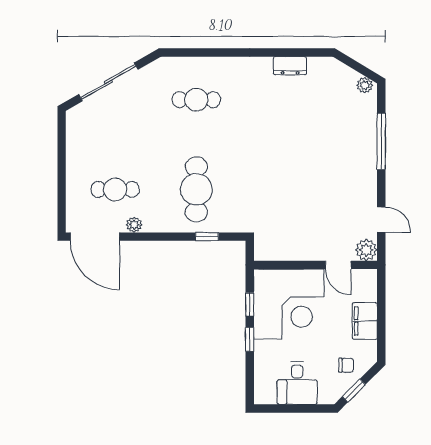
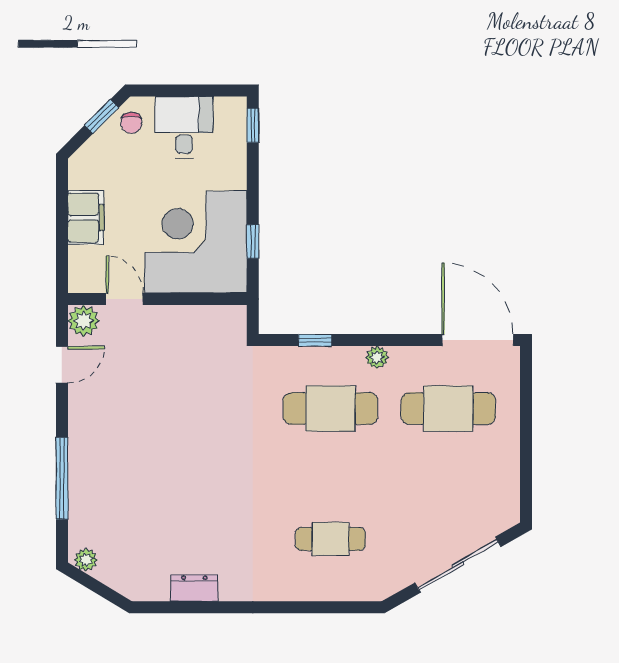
cafe table: (115, 189) -> (448, 409), width x1.37, depth x1.35
cafe table: (196, 189) -> (330, 409), turned 90
door: (381, 220) -> (62, 365), swing flipped
plant: (134, 225) -> (377, 357), moved
window: (250, 339) -> (253, 125), moved
chair: (346, 365) -> (131, 123), moved, turned -90

